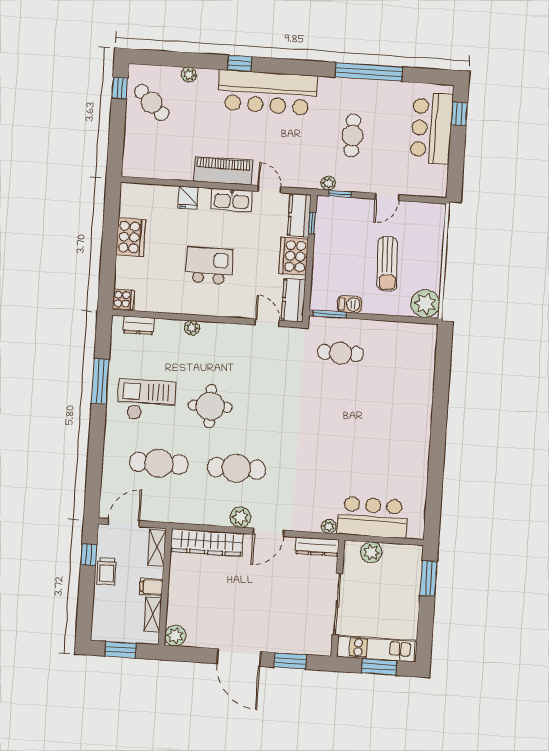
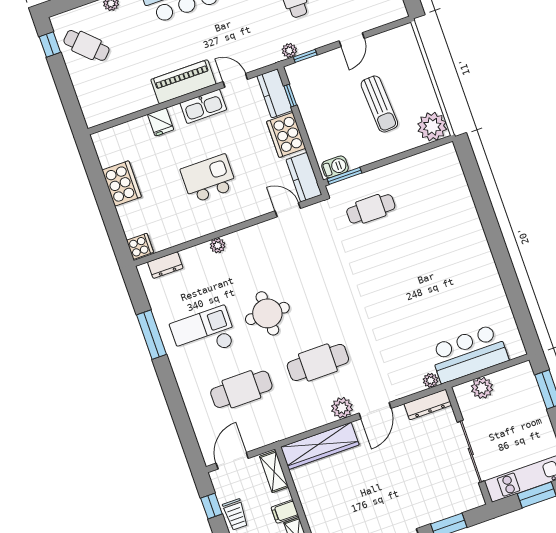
barbecue: (349, 304) -> (335, 167), moved

